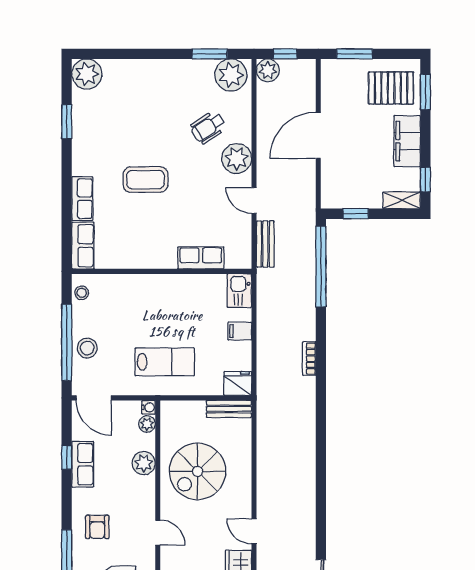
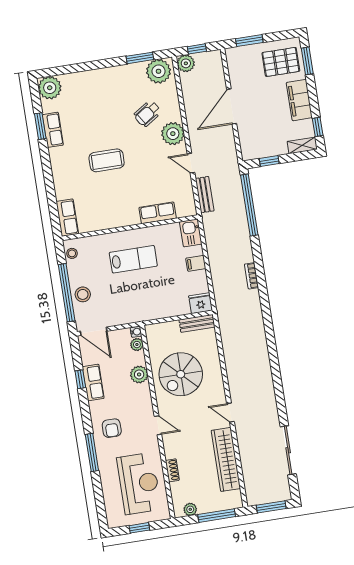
row of seats: (82, 199) -> (53, 130), moved
lab bench: (165, 362) -> (133, 259), moved

